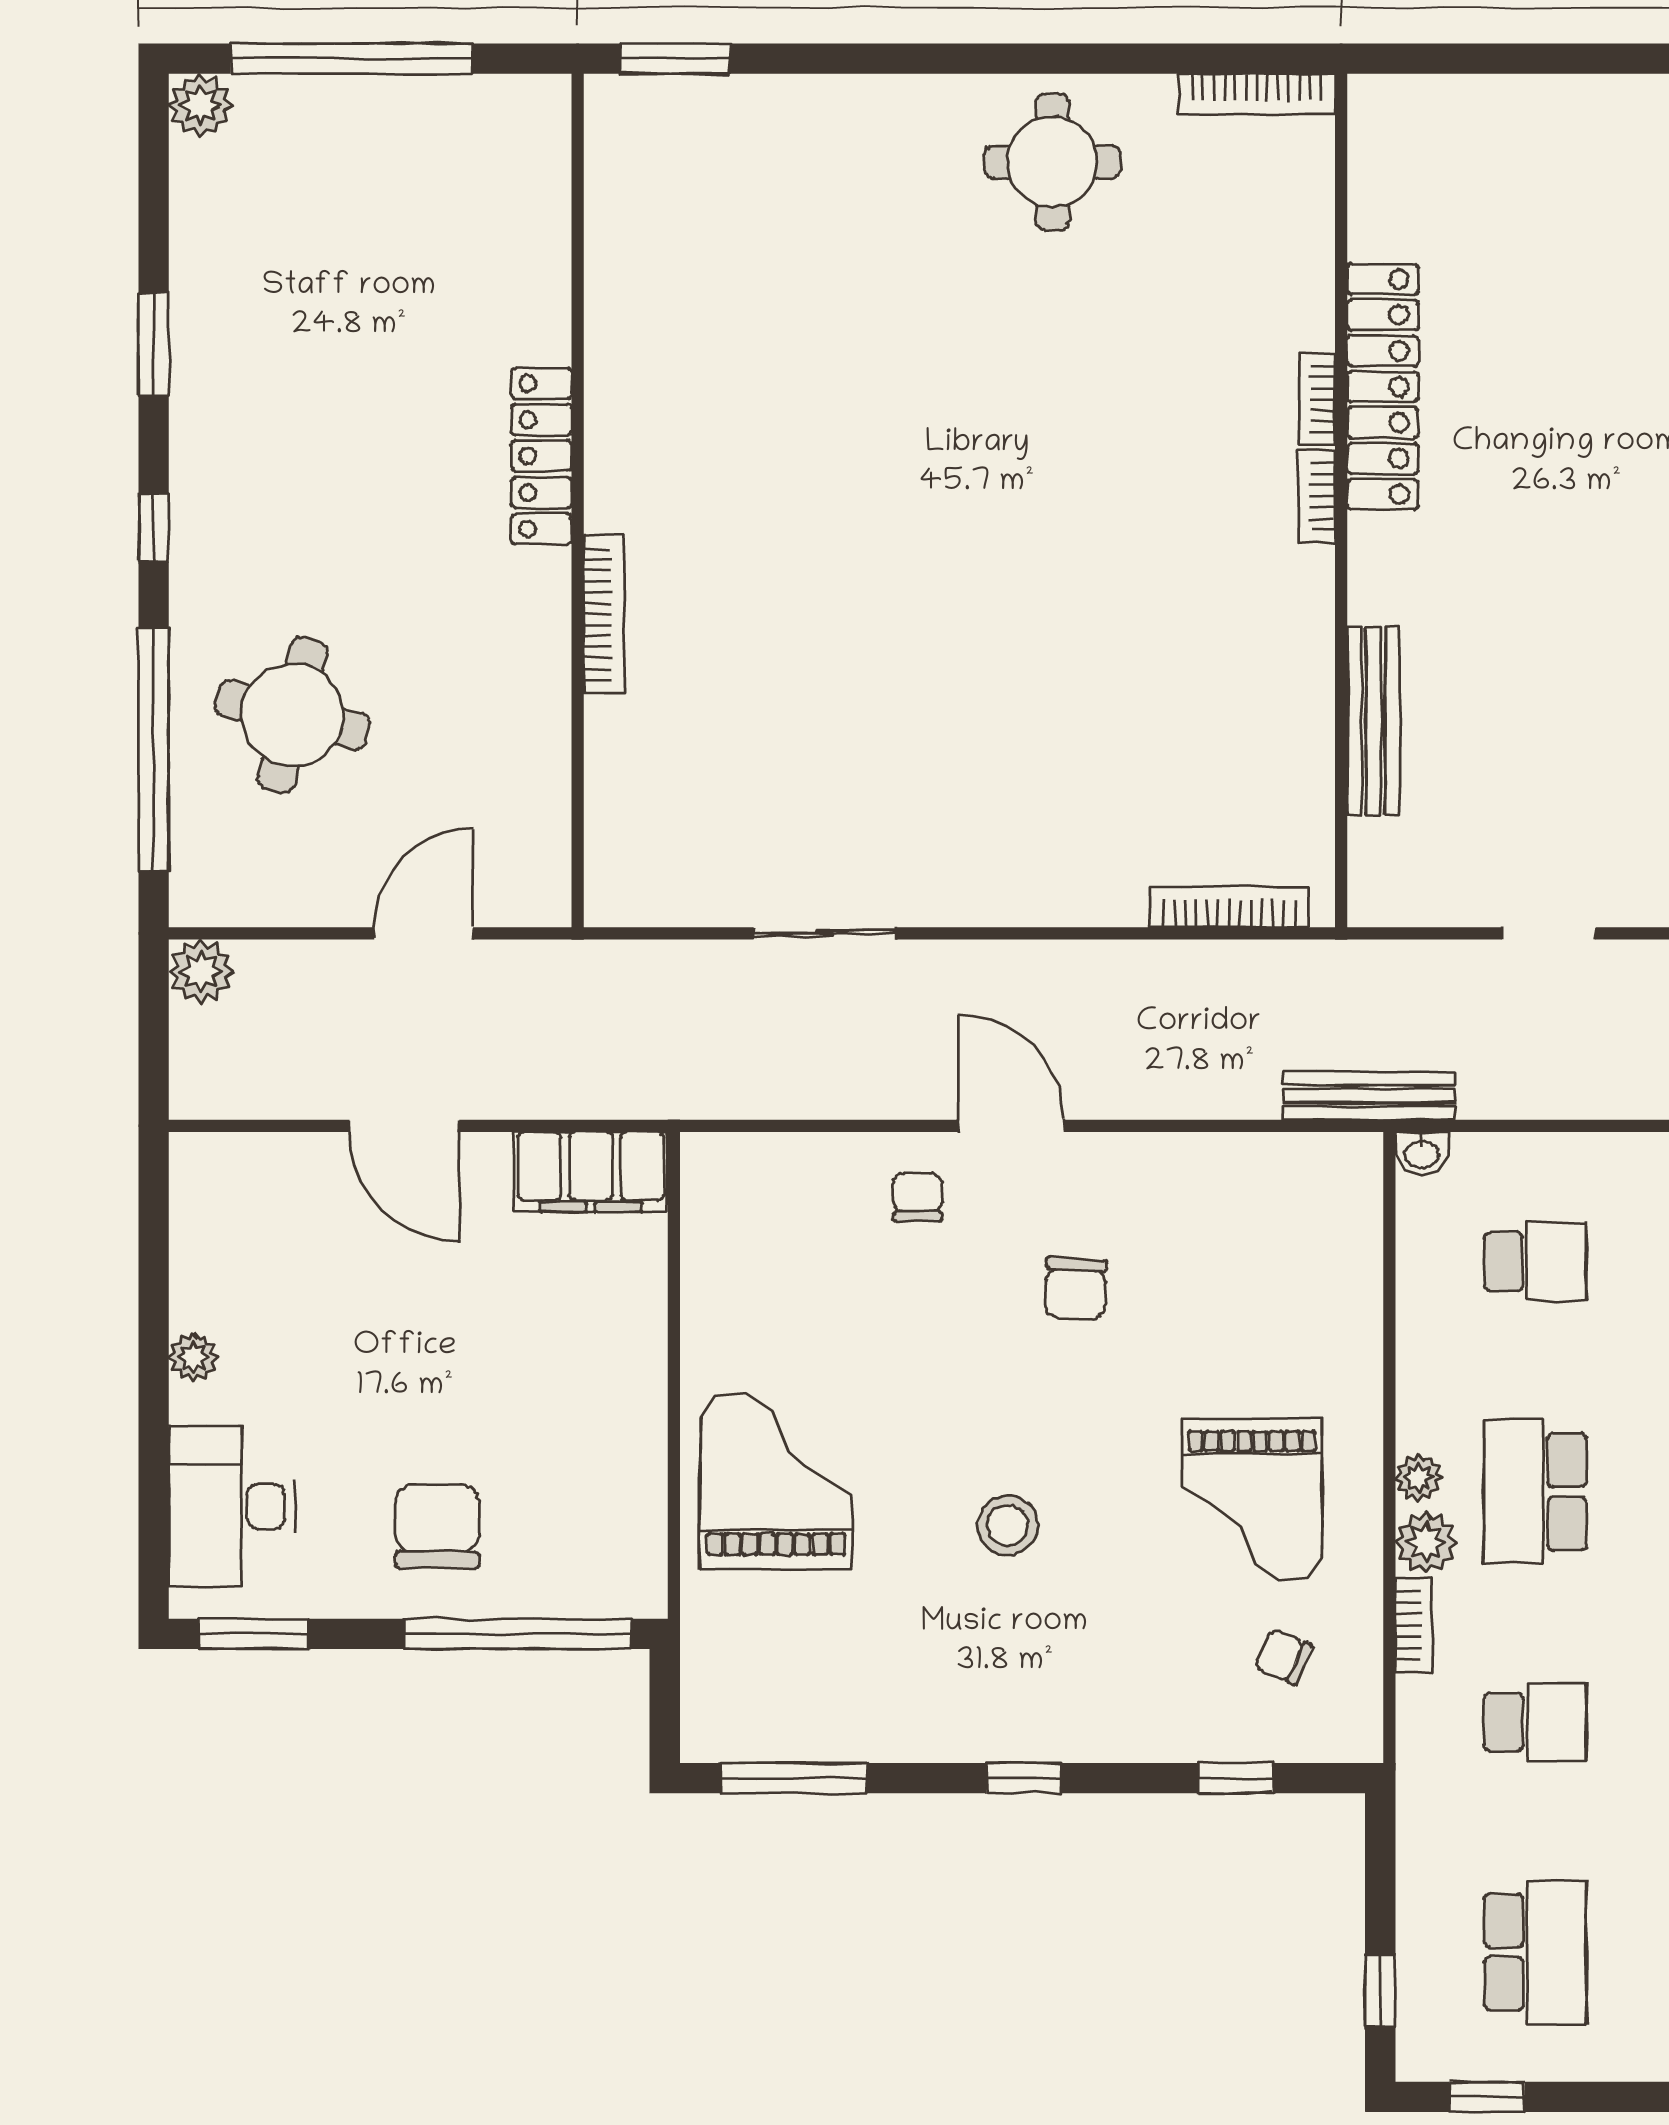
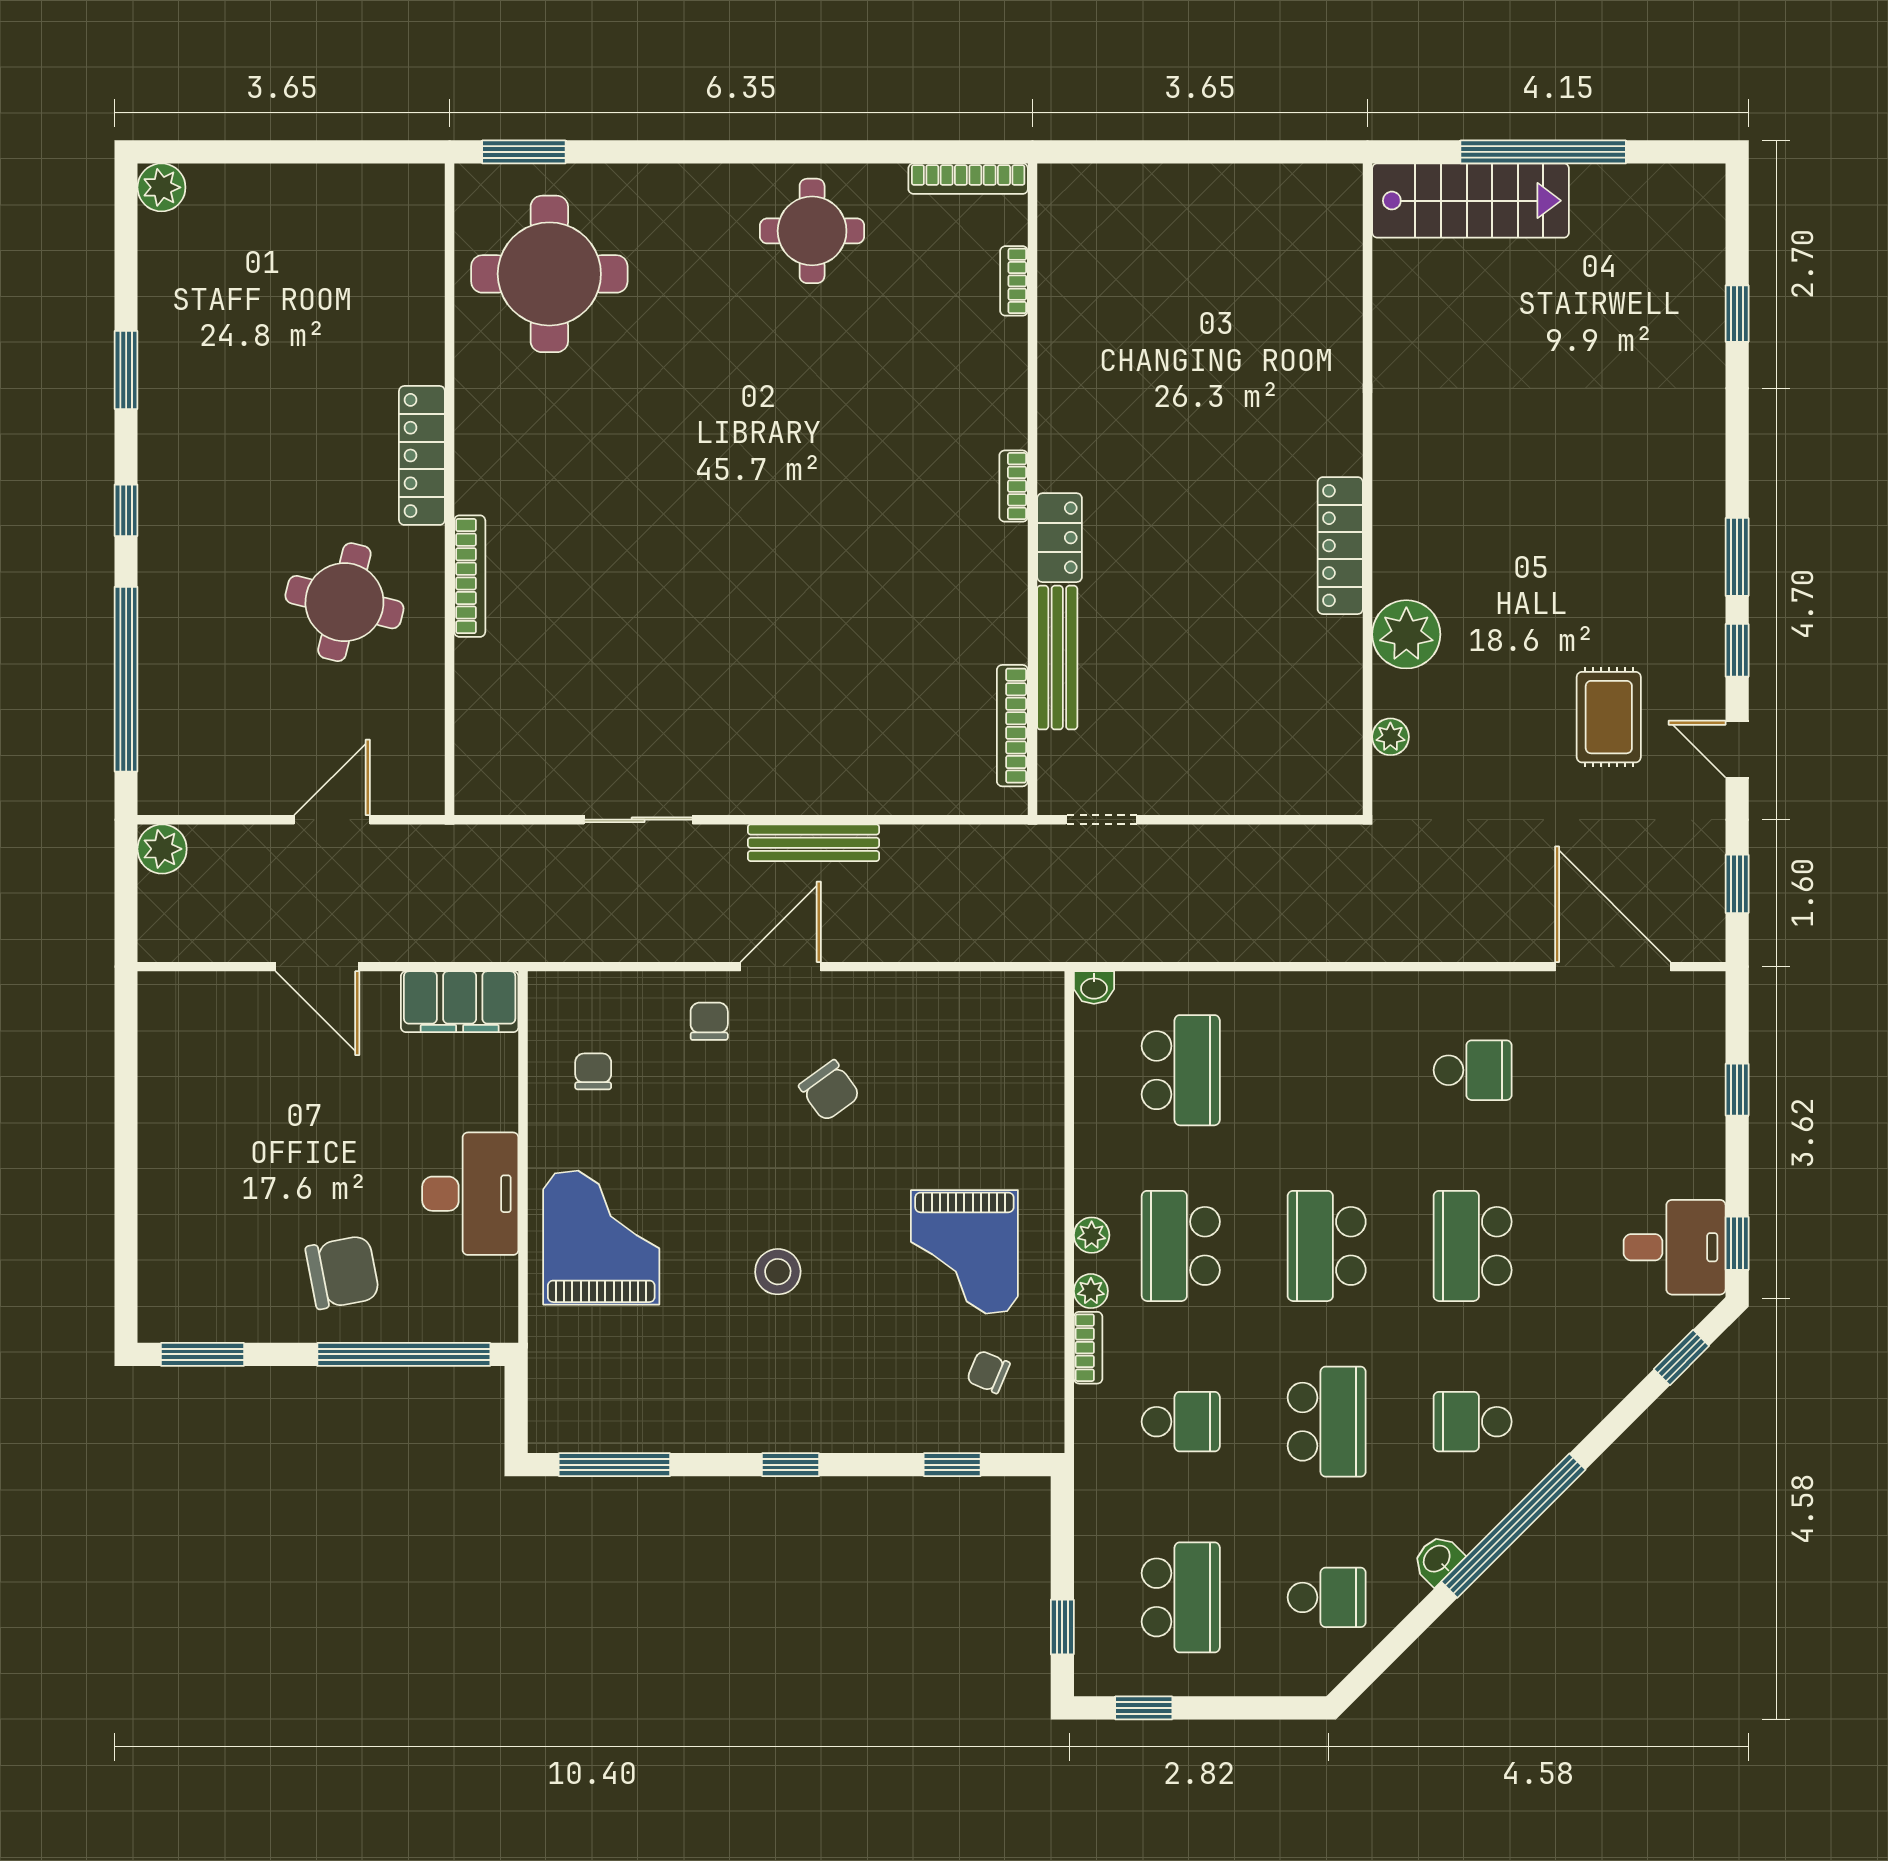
window: (351, 59) -> (277, 152), removed
round table: (708, 218) -> (549, 274), added
locker: (1383, 387) -> (1060, 538), moved, width x0.46, depth x0.83
bookcase: (1317, 399) -> (1014, 281), moved
round table: (292, 715) -> (344, 602), moved
bookcase: (1229, 907) -> (1012, 726), moved, turned -90
doorway: (1549, 933) -> (1101, 820), moved
bench: (1369, 1096) -> (813, 843), moved
door: (1011, 1126) -> (781, 967), hinge flipped
school desk: (1535, 1261) -> (1181, 1070), width x1.85
chair: (766, 1263) -> (593, 1071), added
chair: (1075, 1288) -> (830, 1091), turned -39
plant: (193, 1357) -> (156, 1143), removed
desk: (232, 1506) -> (470, 1194), moved, turned 180
chair: (437, 1526) -> (342, 1272), turned 79
plant: (1426, 1542) -> (1091, 1291), width x0.73, depth x0.73

